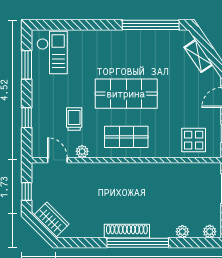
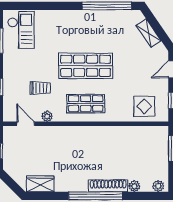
trolley: (74, 119) -> (40, 88), turned 90
wardrobe: (51, 220) -> (40, 184), moved, turned -45
shoe rack: (127, 231) -> (108, 186), moved

